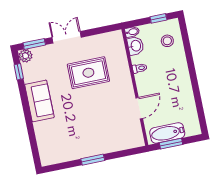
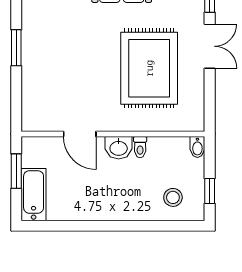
washbasin: (135, 46) -> (119, 148), moved
rug: (88, 73) -> (149, 68), width x1.37, depth x1.44
bathtub: (167, 133) -> (34, 195), moved

